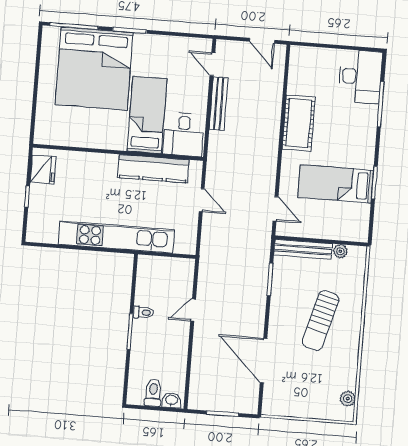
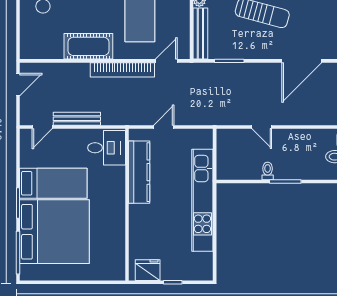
bed: (147, 115) -> (53, 183), moved, turned 180
bookcase: (269, 159) -> (122, 70), added

